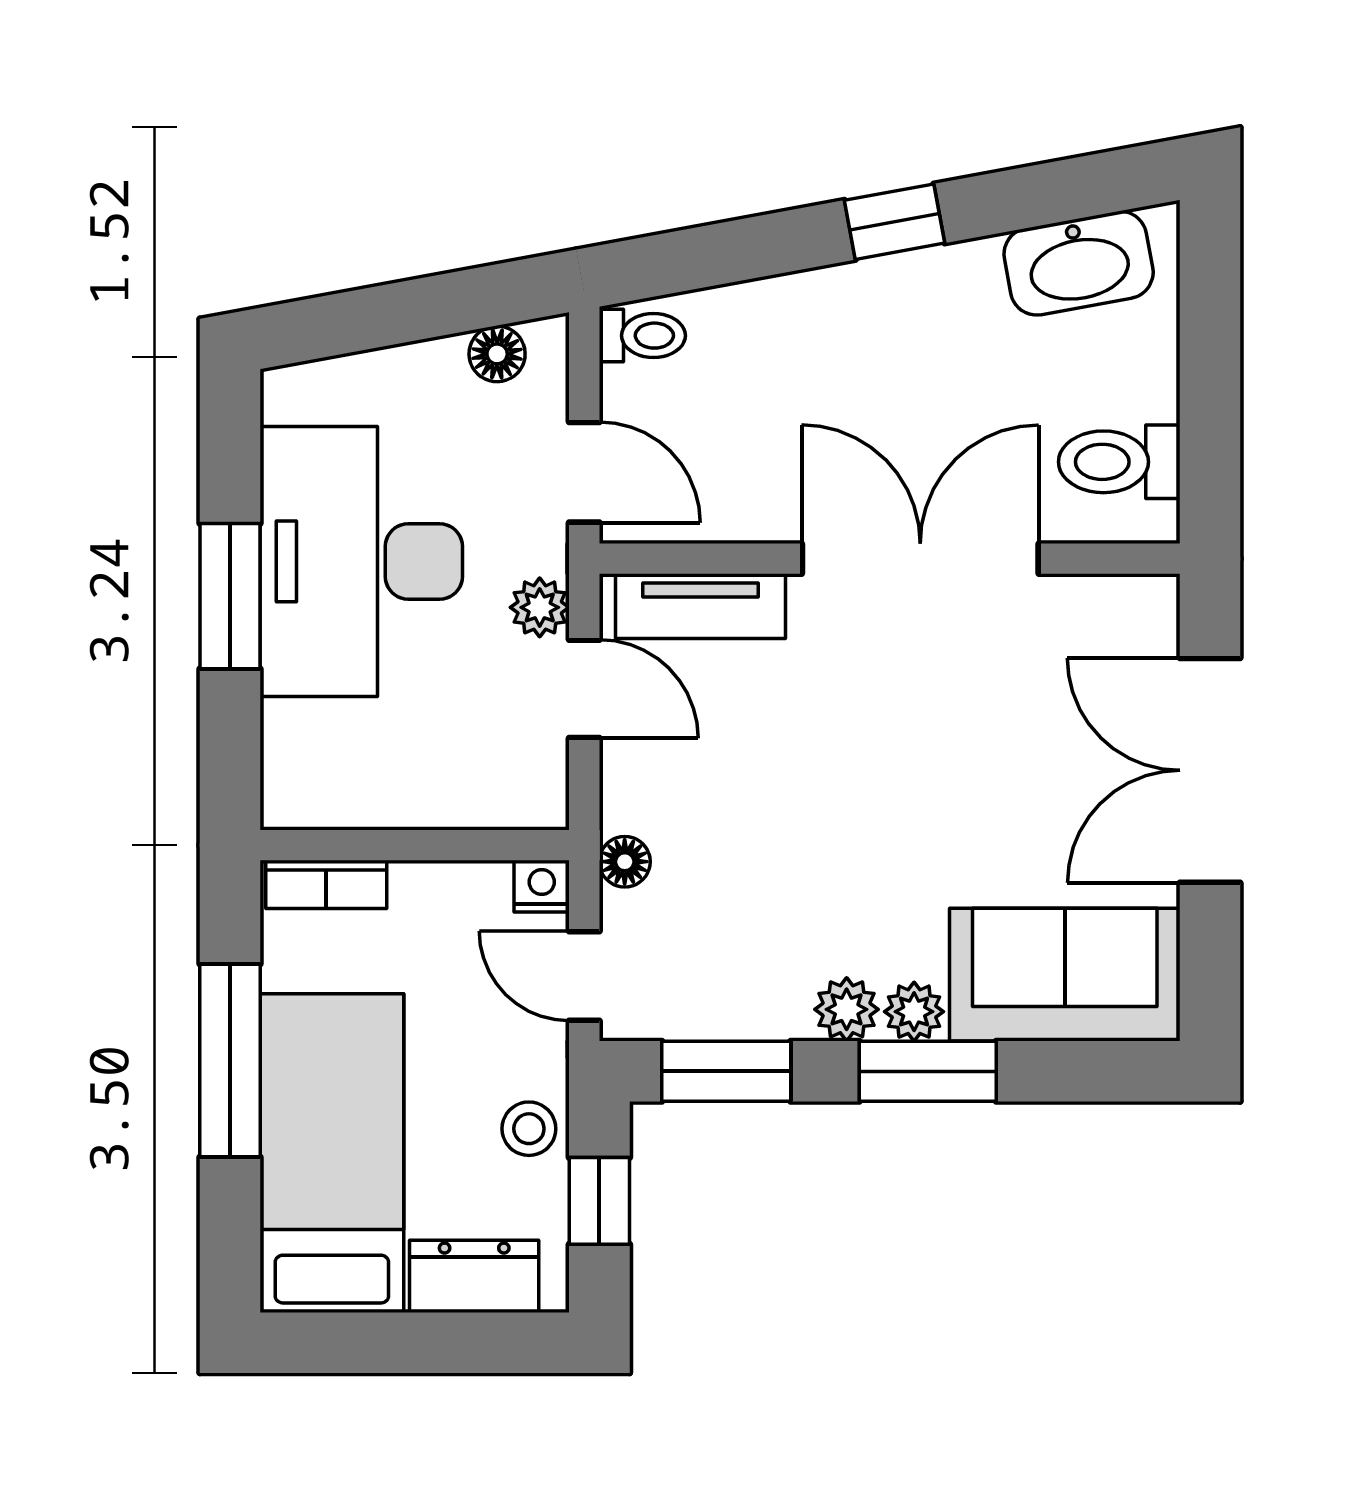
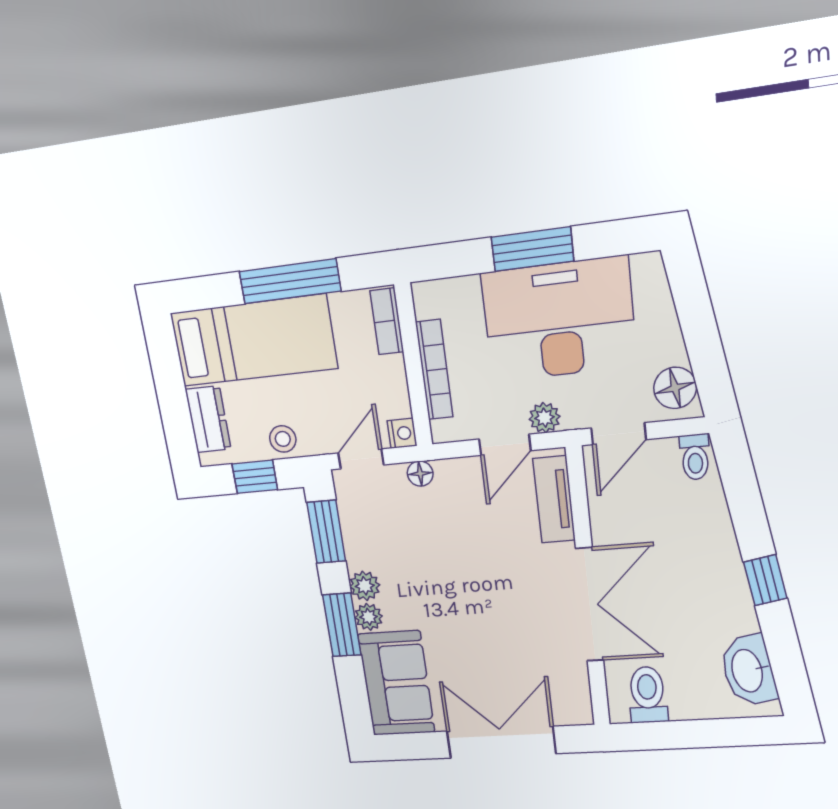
floor lamp: (497, 354) -> (675, 388), width x1.37, depth x1.37
bookcase: (427, 806) -> (434, 370), added

